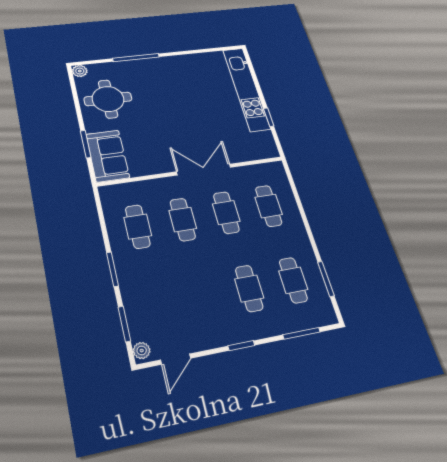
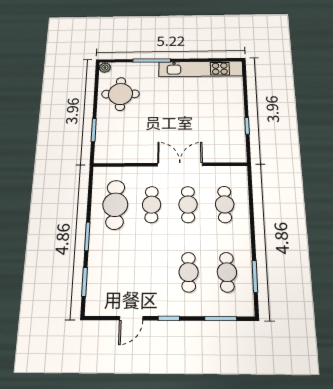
kitchen unit: (246, 89) -> (201, 69), moved, turned -90
sofa: (108, 156) -> (108, 142), removed
cafe table: (138, 227) -> (115, 205), width x1.37, depth x1.35
plant: (142, 351) -> (92, 306), removed
door: (176, 359) -> (131, 318), moved

